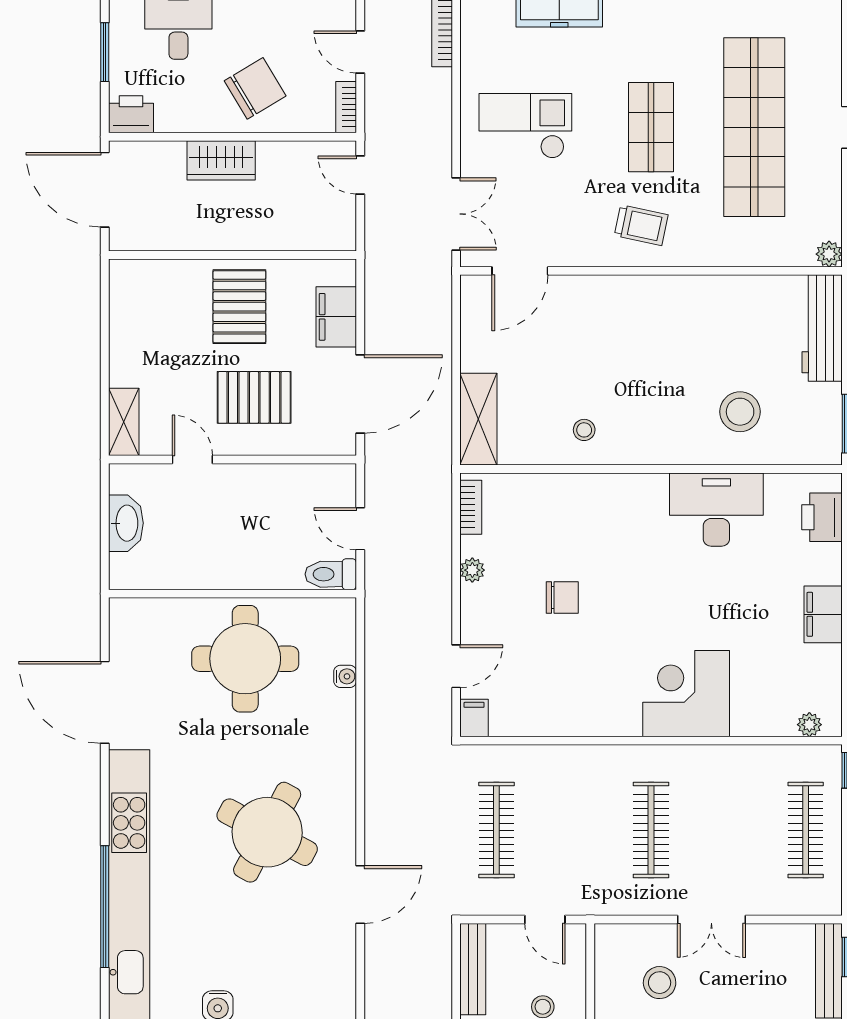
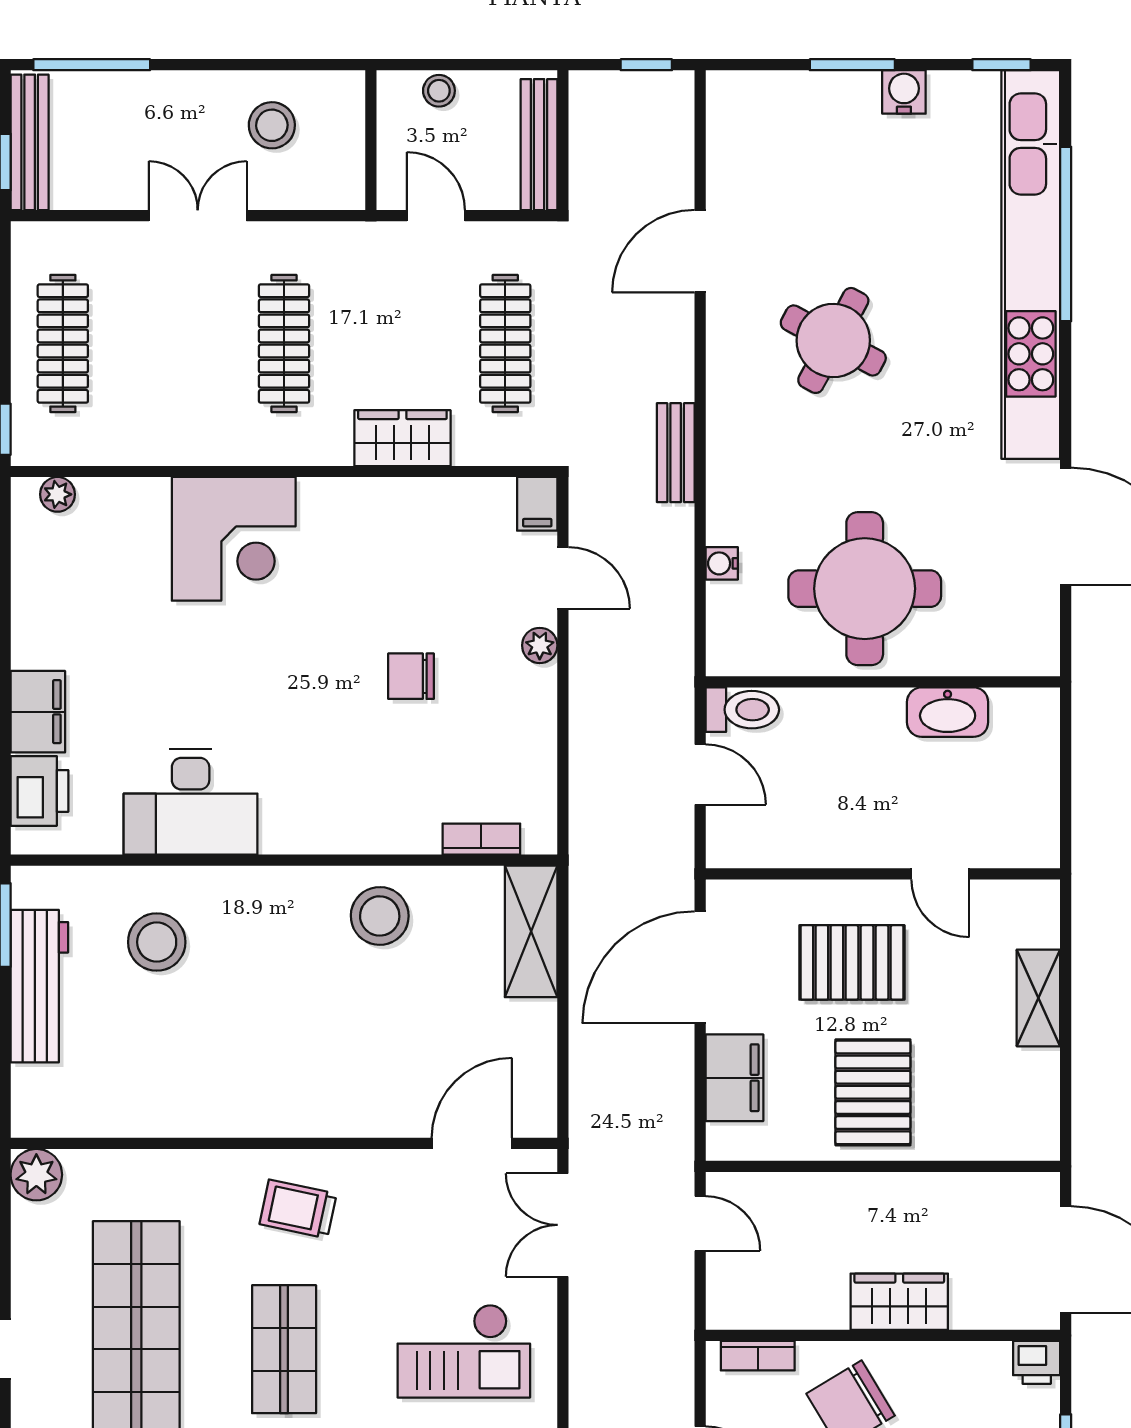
bookcase: (346, 107) -> (758, 1356), moved, turned 90
printer: (131, 114) -> (1037, 1362), width x0.73, depth x0.81
door: (360, 175) -> (700, 1223), moved
plant: (829, 254) -> (36, 1175), width x1.38, depth x1.38
workbench: (822, 328) -> (39, 986), moved
shelving: (124, 422) -> (1038, 998), moved
stool: (584, 430) -> (380, 916), width x1.89, depth x1.89
bookcase: (471, 507) -> (481, 839), moved, turned 90
washbasin: (126, 523) -> (948, 712), moved, turned -90
plant: (472, 570) -> (540, 645), moved
filing cabinet: (823, 614) -> (38, 712), moved
door: (456, 666) -> (563, 578), swing flipped
bench: (377, 754) -> (676, 453), added
wardrobe: (568, 764) -> (402, 438), added
round table: (267, 832) -> (833, 340), width x0.73, depth x0.73

